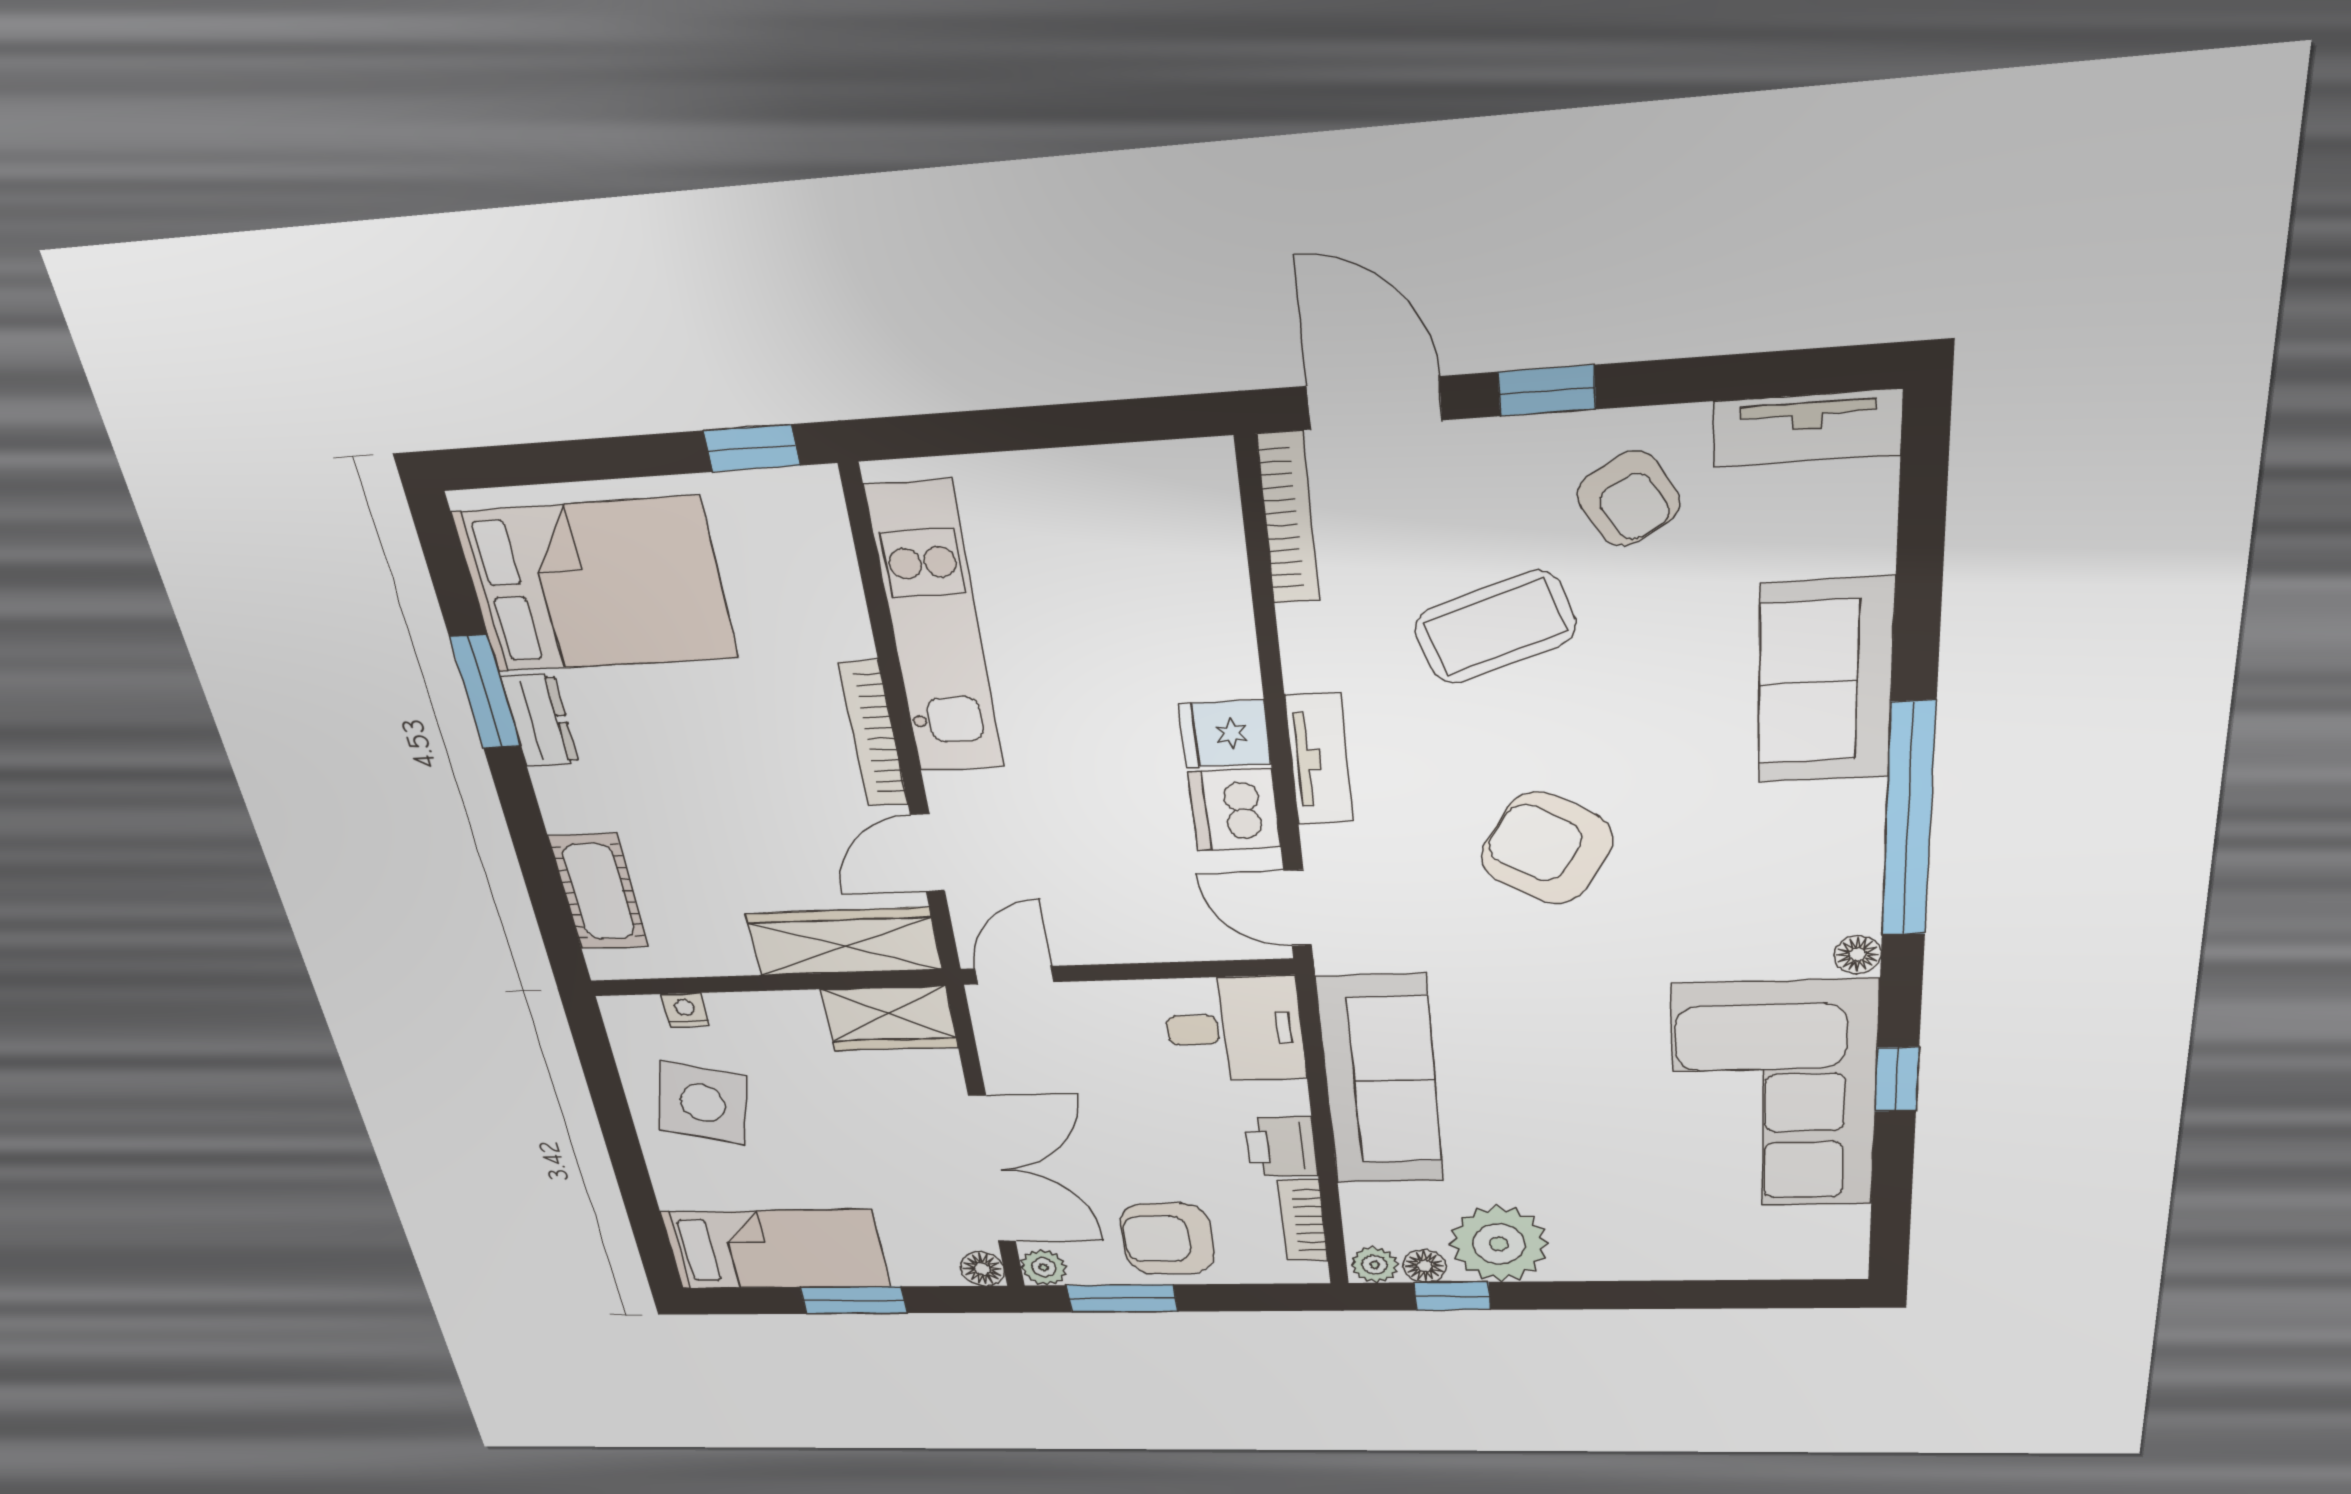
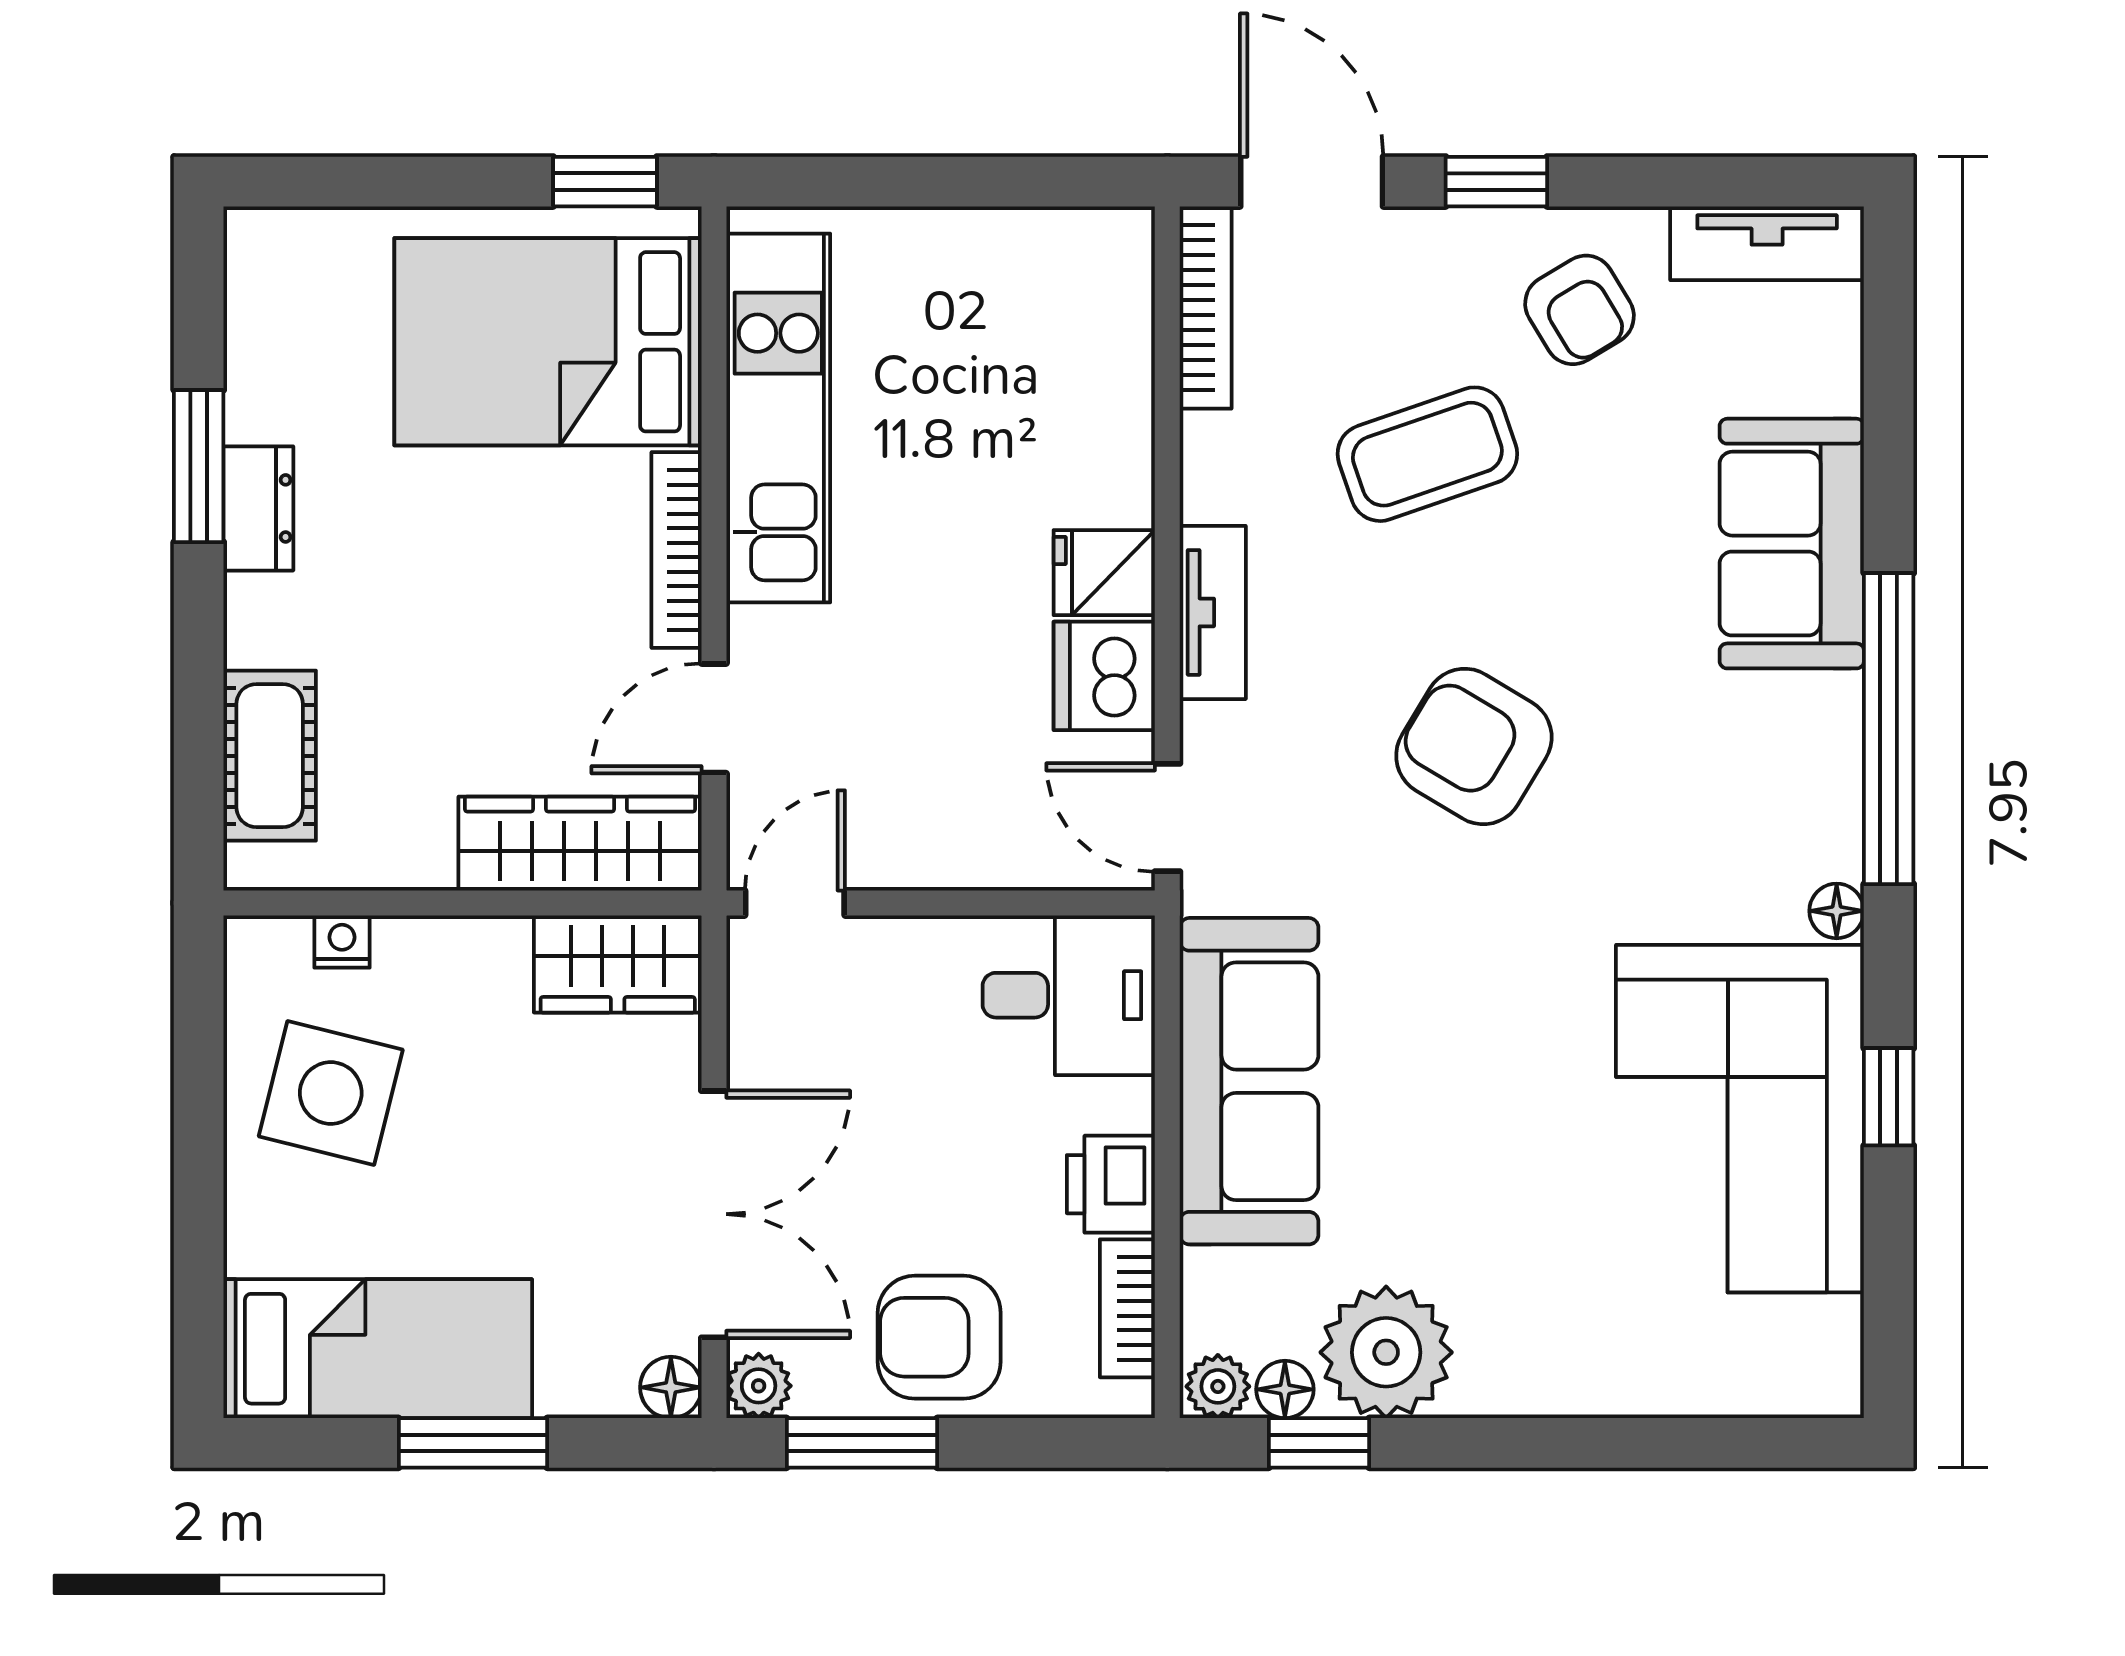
bed: (596, 586) -> (548, 342), moved, turned 180

